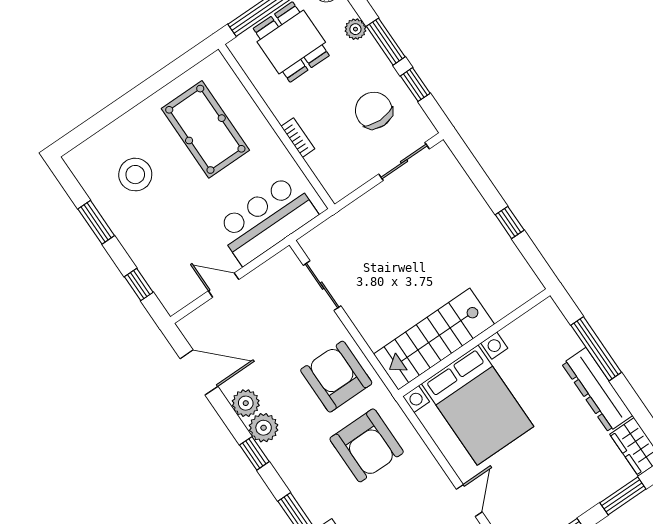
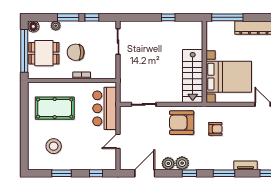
chair: (374, 110) -> (76, 52), moved
window: (596, 349) -> (227, 17), moved
armchair: (367, 445) -> (215, 129), width x0.53, depth x0.53

